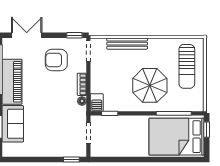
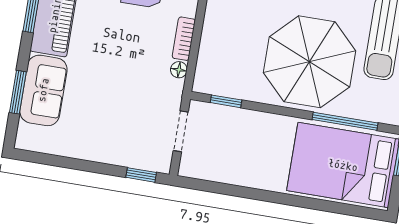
parasol: (150, 85) -> (309, 62), width x1.36, depth x1.36
barbecue: (97, 102) -> (206, 77), removed

